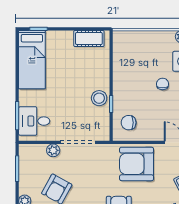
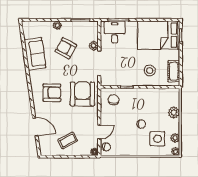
plant: (146, 38) -> (174, 113), added
bed: (32, 60) -> (159, 35), width x1.50
stool: (99, 98) -> (150, 70), moved
armchair: (137, 164) -> (82, 94), moved

